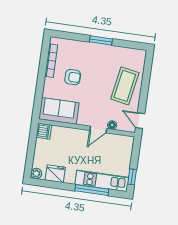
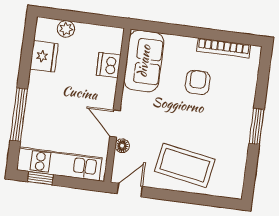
armchair: (73, 77) -> (198, 82), turned 180
dishwasher: (44, 131) -> (109, 65), moved, turned 90
plant: (36, 174) -> (66, 29), moved
kitchen unit: (102, 181) -> (59, 164), moved, turned -90

